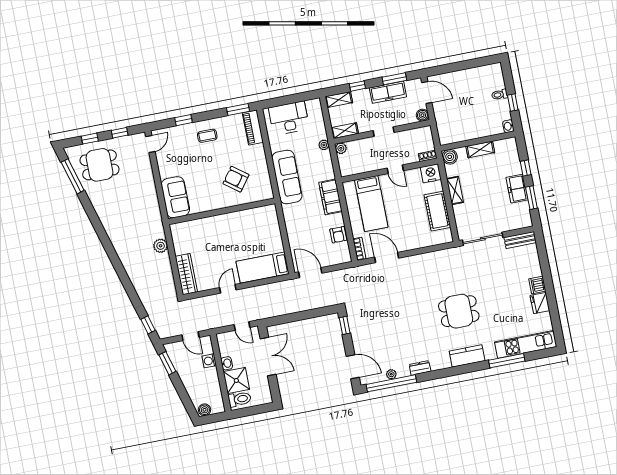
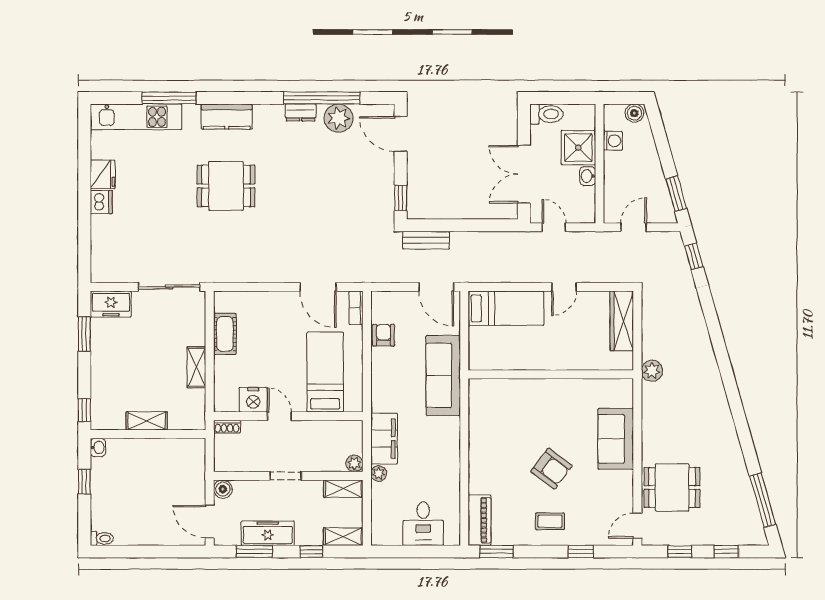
toilet: (500, 95) -> (102, 538), moved
desk: (289, 118) -> (423, 524), width x0.73
boiler: (450, 157) -> (194, 419), removed
dining table: (100, 165) -> (672, 487), moved
window: (526, 168) -> (84, 410), moved
nightstand: (431, 173) -> (253, 400), moved
sofa: (287, 177) -> (443, 375), moved
armchair: (236, 179) -> (551, 469), moved
freezer: (517, 189) -> (111, 304), moved, turned 90
filing cabinet: (331, 197) -> (384, 438), moved
wall: (222, 211) -> (551, 374), moved
cot: (437, 211) -> (225, 334), width x0.73, depth x0.75
bench: (520, 240) -> (426, 240), moved
door: (191, 336) -> (634, 227), hinge flipped
washing machine: (209, 361) -> (613, 141), moved
plant: (391, 374) -> (339, 118), width x1.88, depth x1.88
window: (391, 383) -> (322, 98), moved
toilet: (240, 399) -> (546, 114), moved, turned 180

